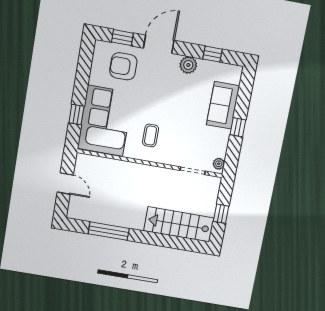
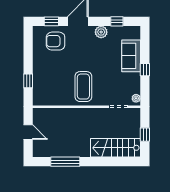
corner sofa: (105, 121) -> (49, 82), removed
coffee table: (151, 135) -> (83, 87), width x1.86, depth x1.72

